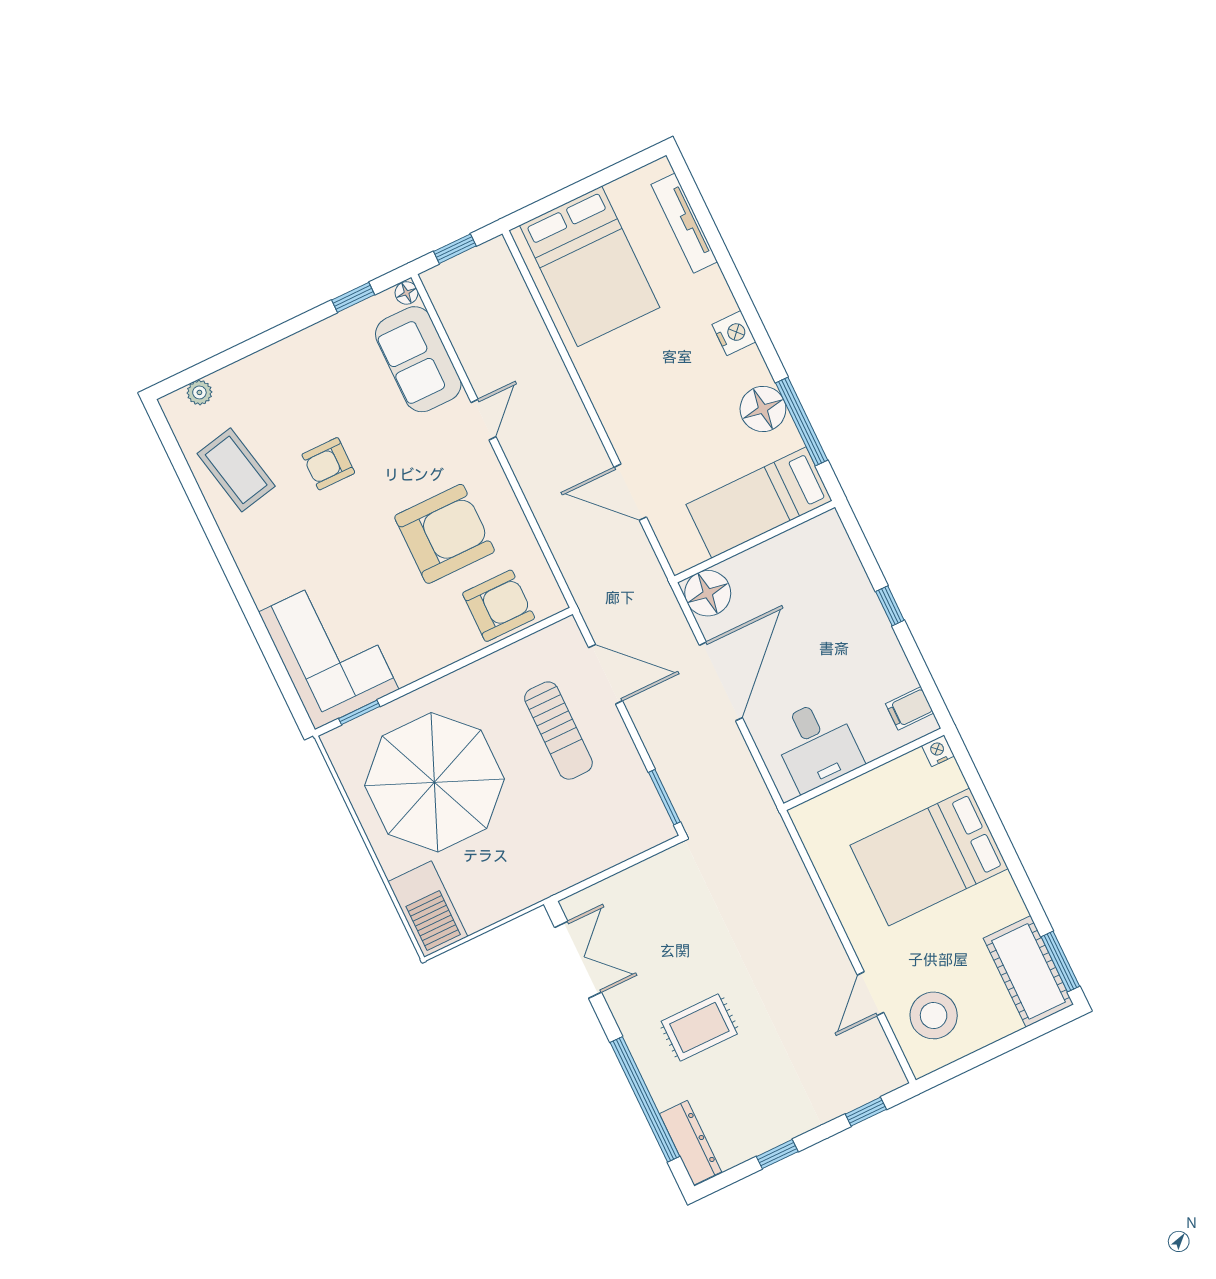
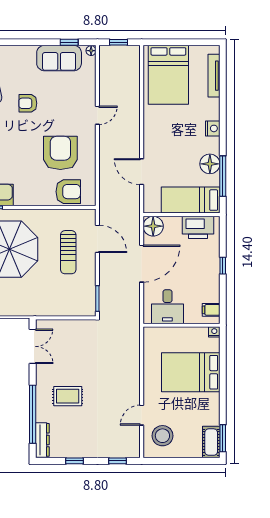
sofa: (418, 359) -> (59, 58), moved, turned -90
armchair: (445, 534) -> (60, 153), turned -90
printer: (801, 551) -> (198, 227), added
cot: (1028, 971) -> (211, 442), width x0.73, depth x0.75

